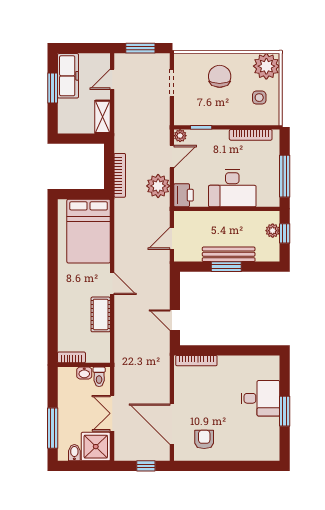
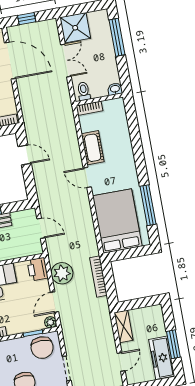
chair: (194, 110) -> (42, 348), added
door: (172, 238) -> (41, 228), hinge flipped
window: (53, 242) -> (148, 205), added
bookcase: (71, 357) -> (89, 108), moved
washbasin: (84, 373) -> (115, 89), moved
bidet: (74, 453) -> (93, 19), removed

